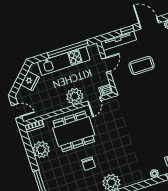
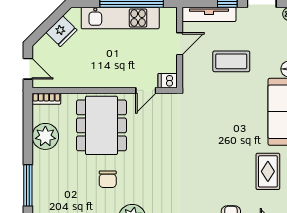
plant: (75, 96) -> (120, 75), removed
dining table: (74, 131) -> (101, 125), turned 90

